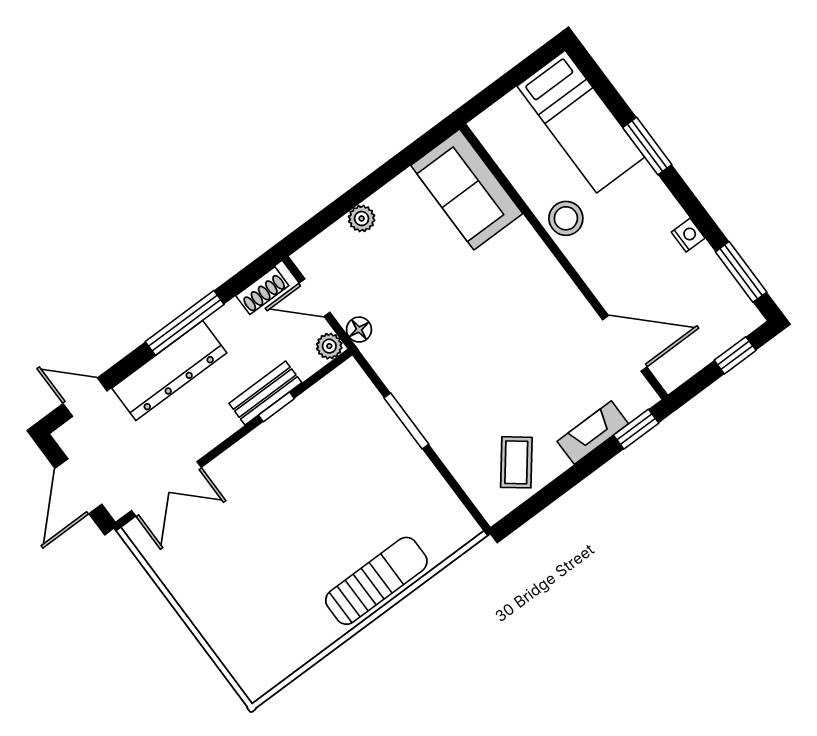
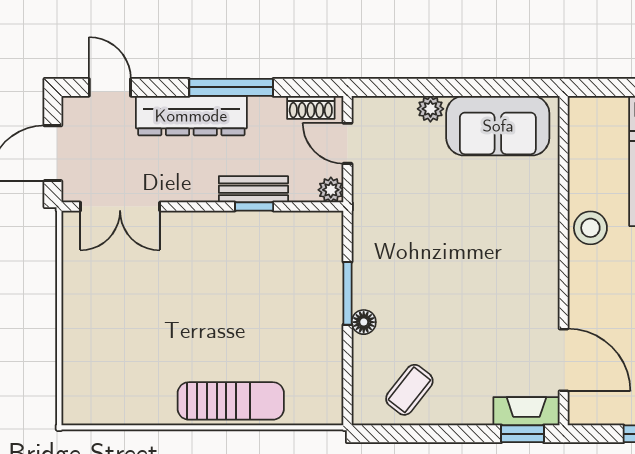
sofa: (467, 189) -> (498, 126), moved, turned -90
floor lamp: (359, 330) -> (364, 322), moved
fireplace: (593, 433) -> (526, 411), moved

